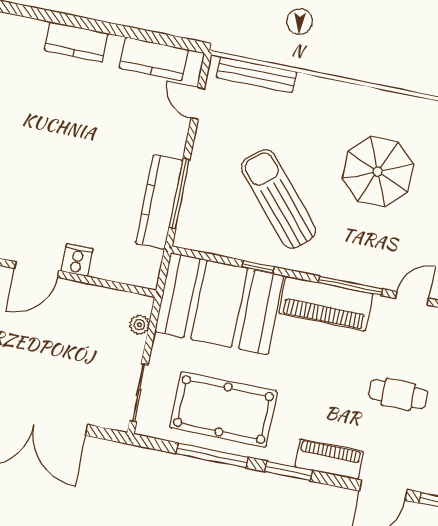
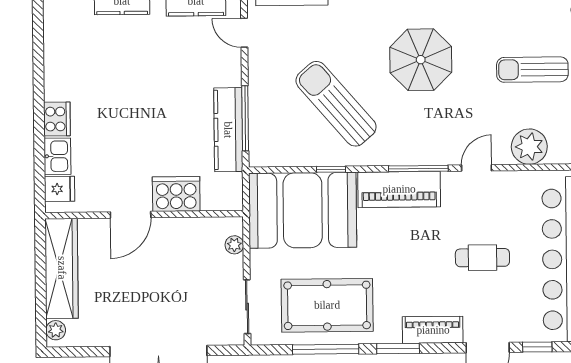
cooker: (77, 260) -> (176, 194), width x1.87, depth x1.31

